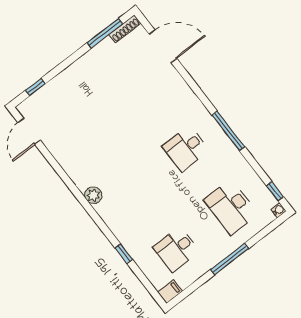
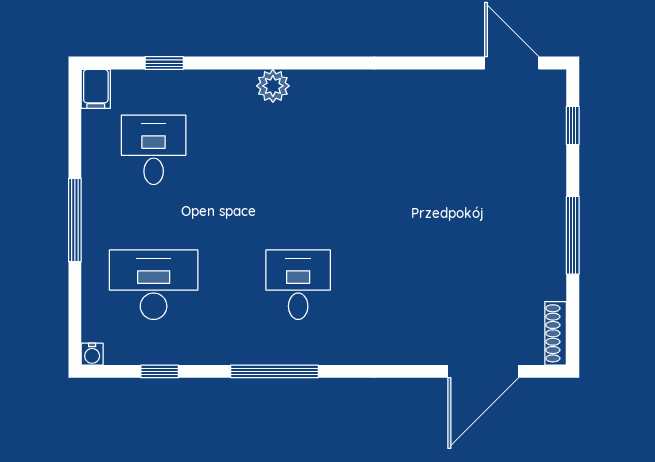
window: (105, 33) -> (573, 235), moved
window: (275, 191) -> (160, 371), moved
plant: (93, 195) -> (273, 86), moved
window: (124, 254) -> (164, 63), moved

